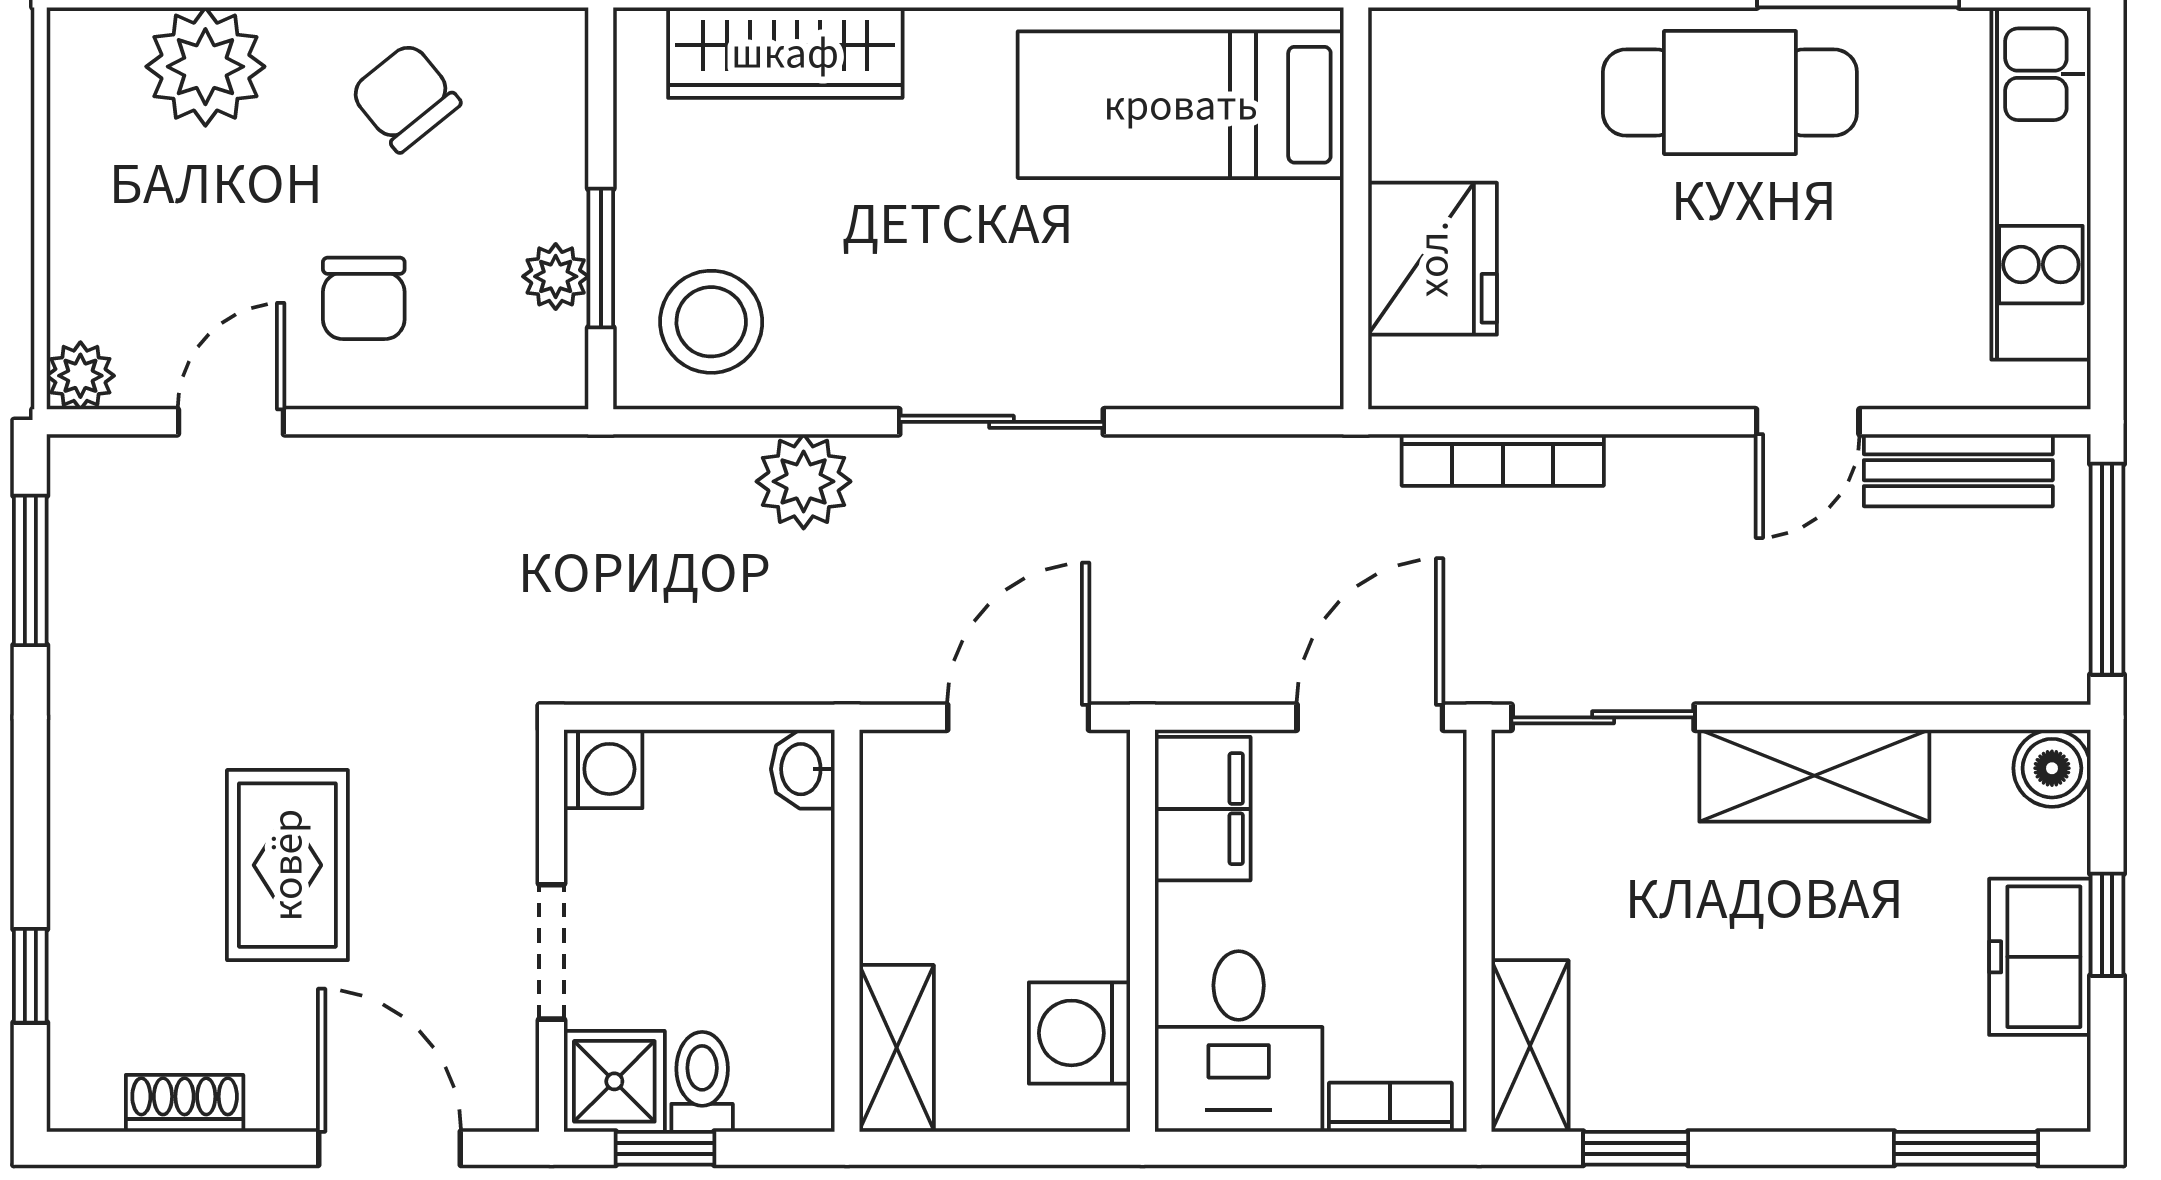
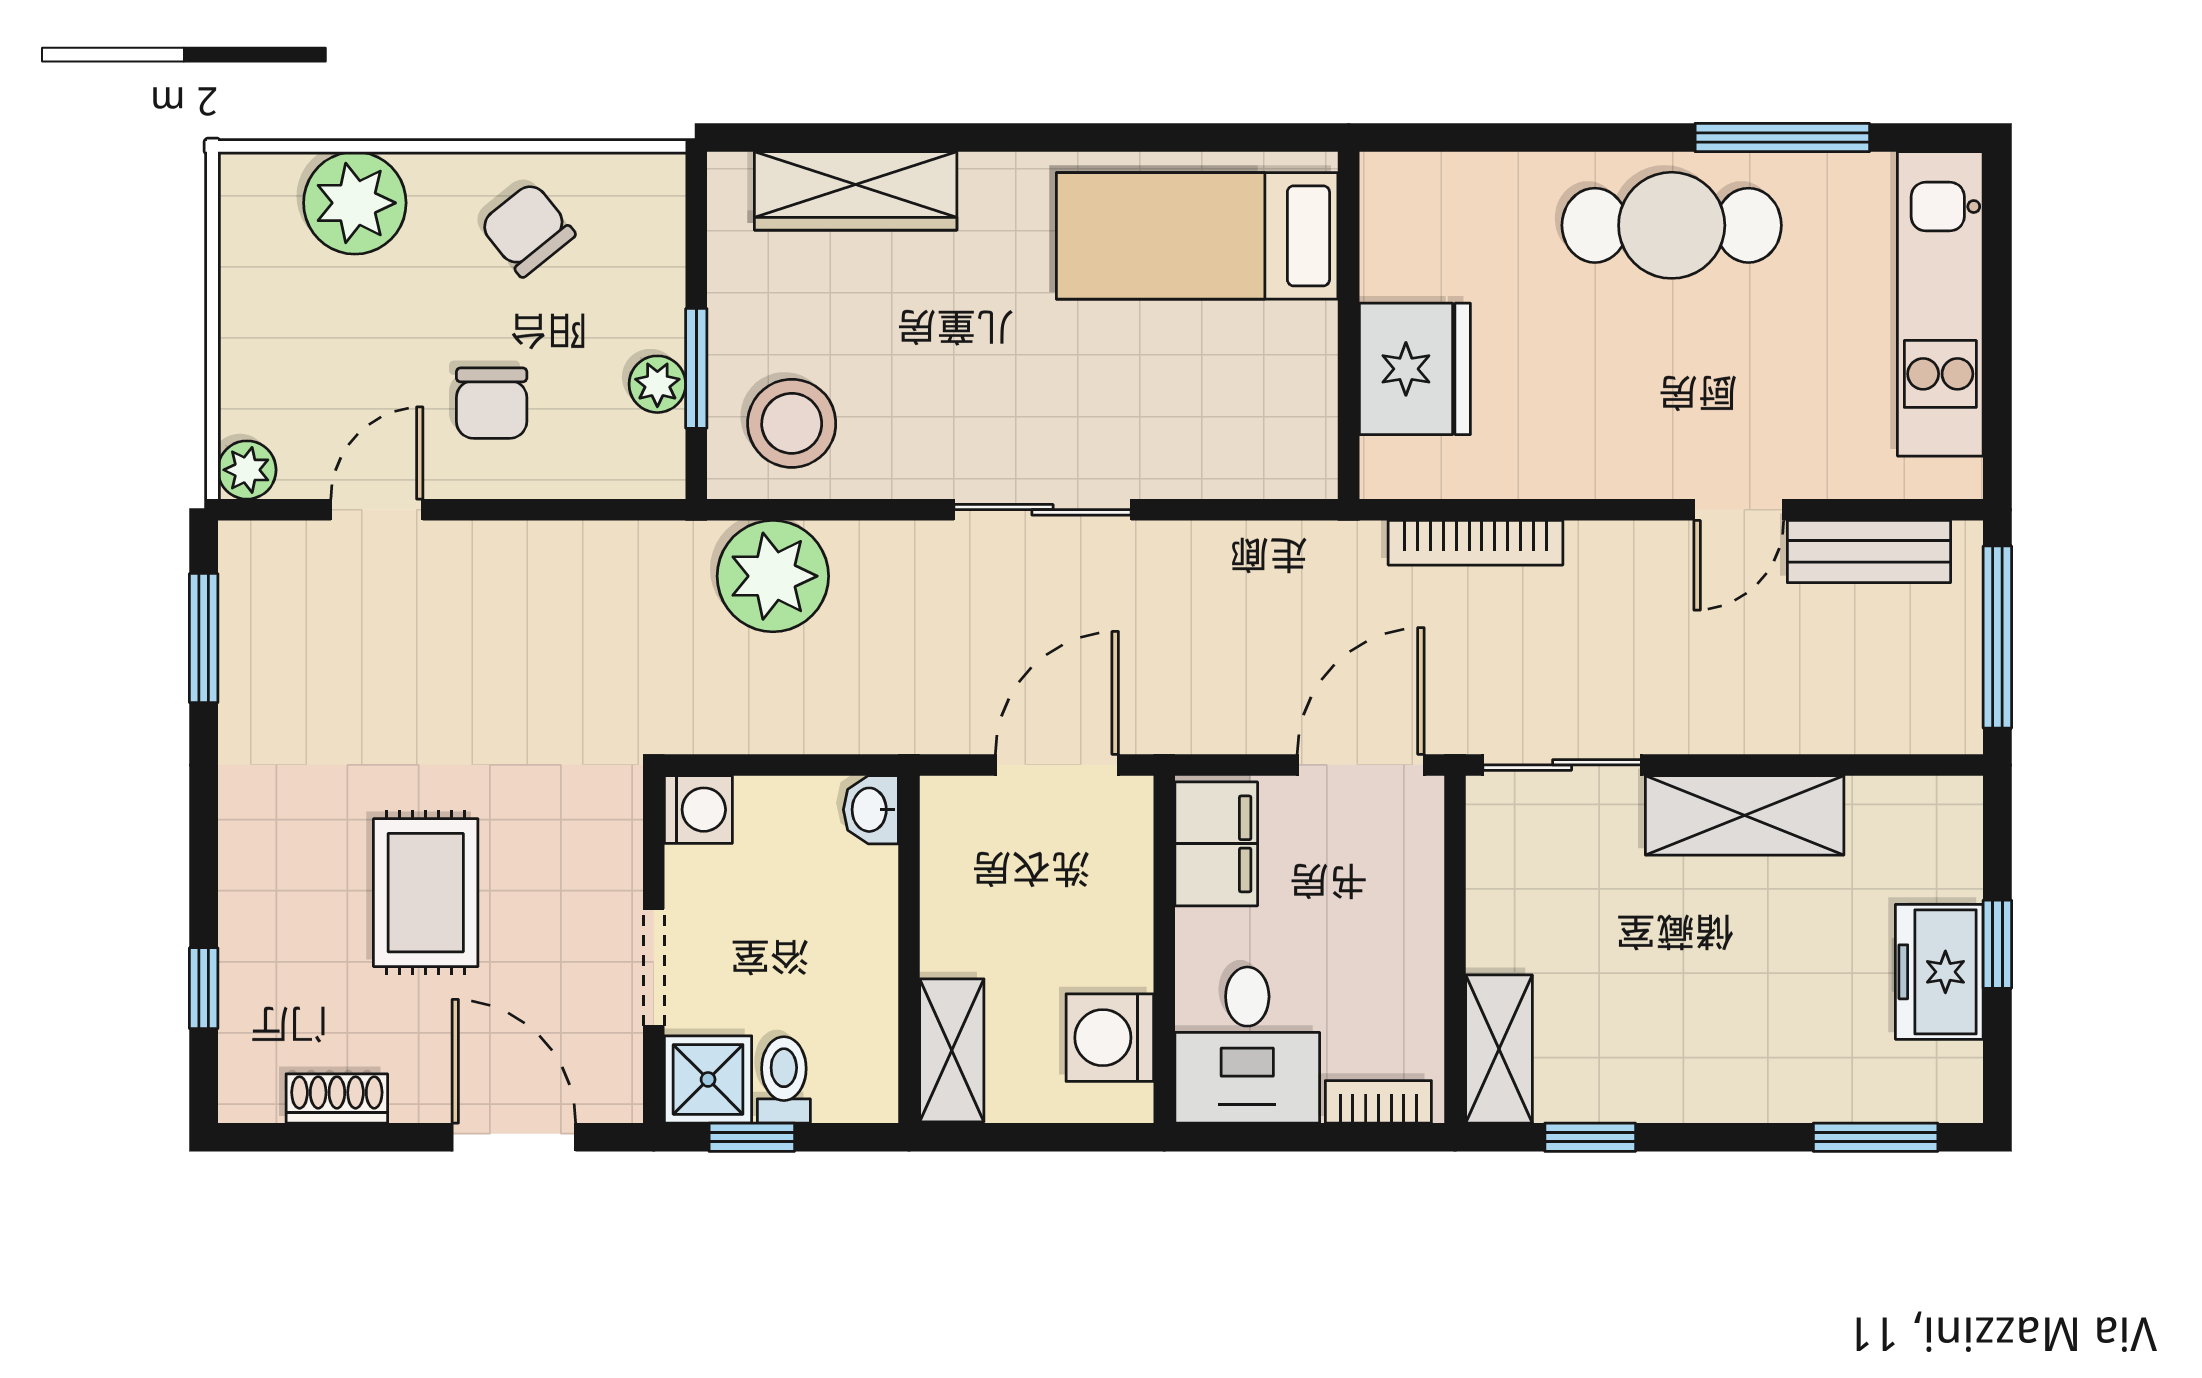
plant: (804, 481) -> (773, 576), moved, width x1.36, depth x1.36
boiler: (2052, 768) -> (1950, 809), removed

